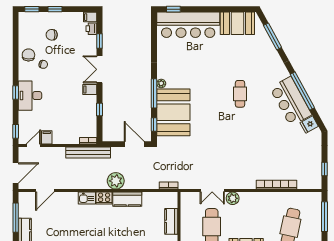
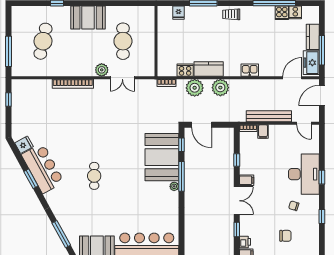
chair: (28, 55) -> (309, 215), removed
window: (302, 91) -> (31, 179), width x0.47
desk: (30, 96) -> (304, 174), width x1.36, depth x1.30
window: (16, 131) -> (322, 217), moved
filing cabinet: (47, 137) -> (263, 132), moved
door: (33, 146) -> (304, 123), hinge flipped
bench: (88, 152) -> (269, 116), moved
plant: (141, 181) -> (195, 88), added
bookcase: (277, 185) -> (73, 84), moved
double door: (212, 191) -> (122, 78), swing flipped
cooker: (104, 198) -> (185, 70), moved
freezer: (26, 205) -> (311, 63), added
kitchen counter: (171, 221) -> (164, 46), removed

